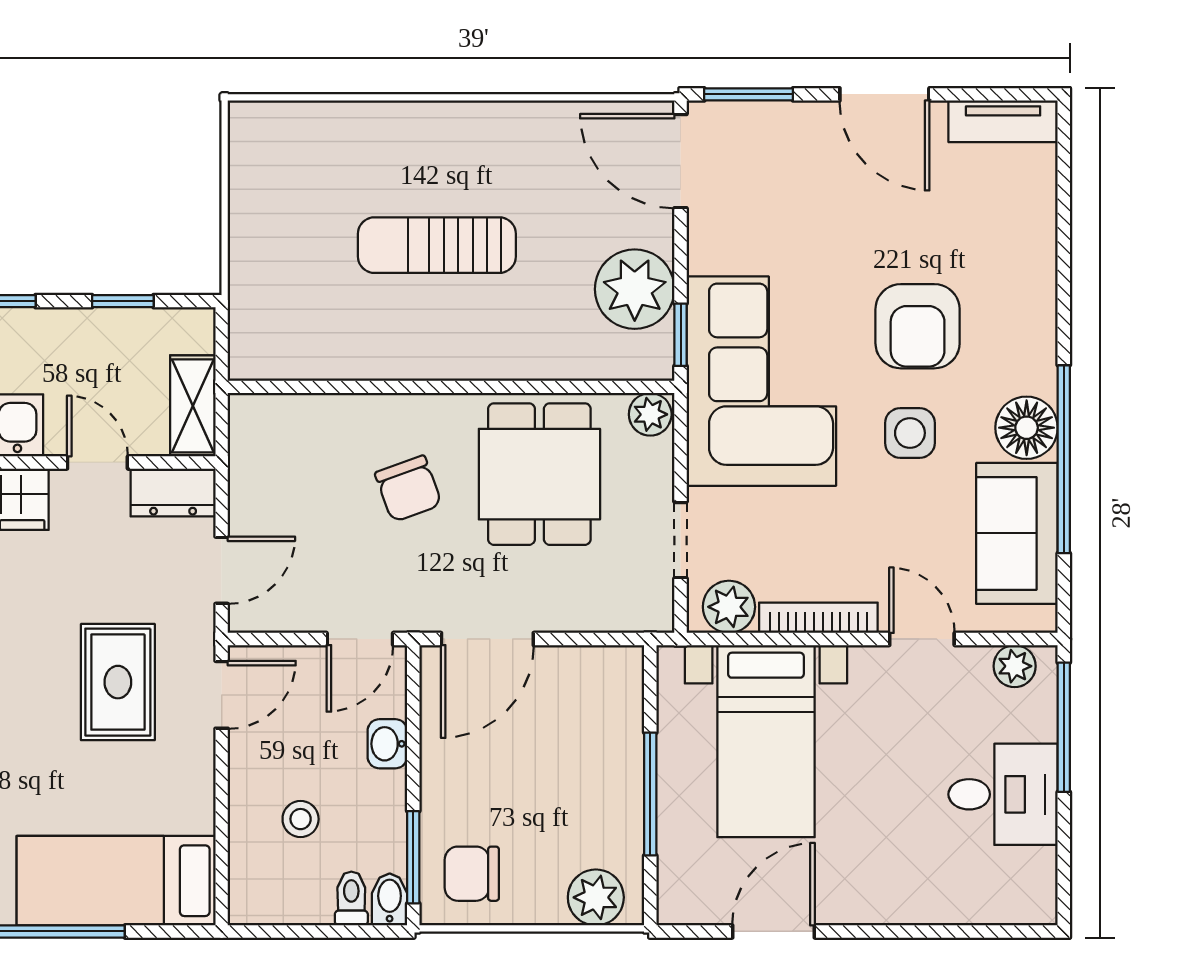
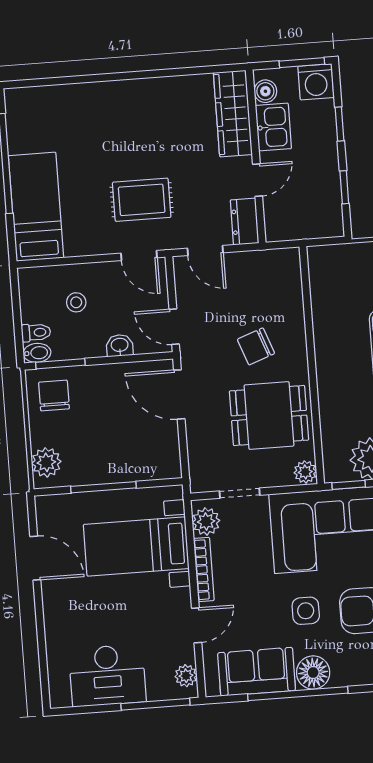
shelving: (193, 406) -> (291, 229), removed
desk: (1003, 794) -> (107, 675), width x1.37

